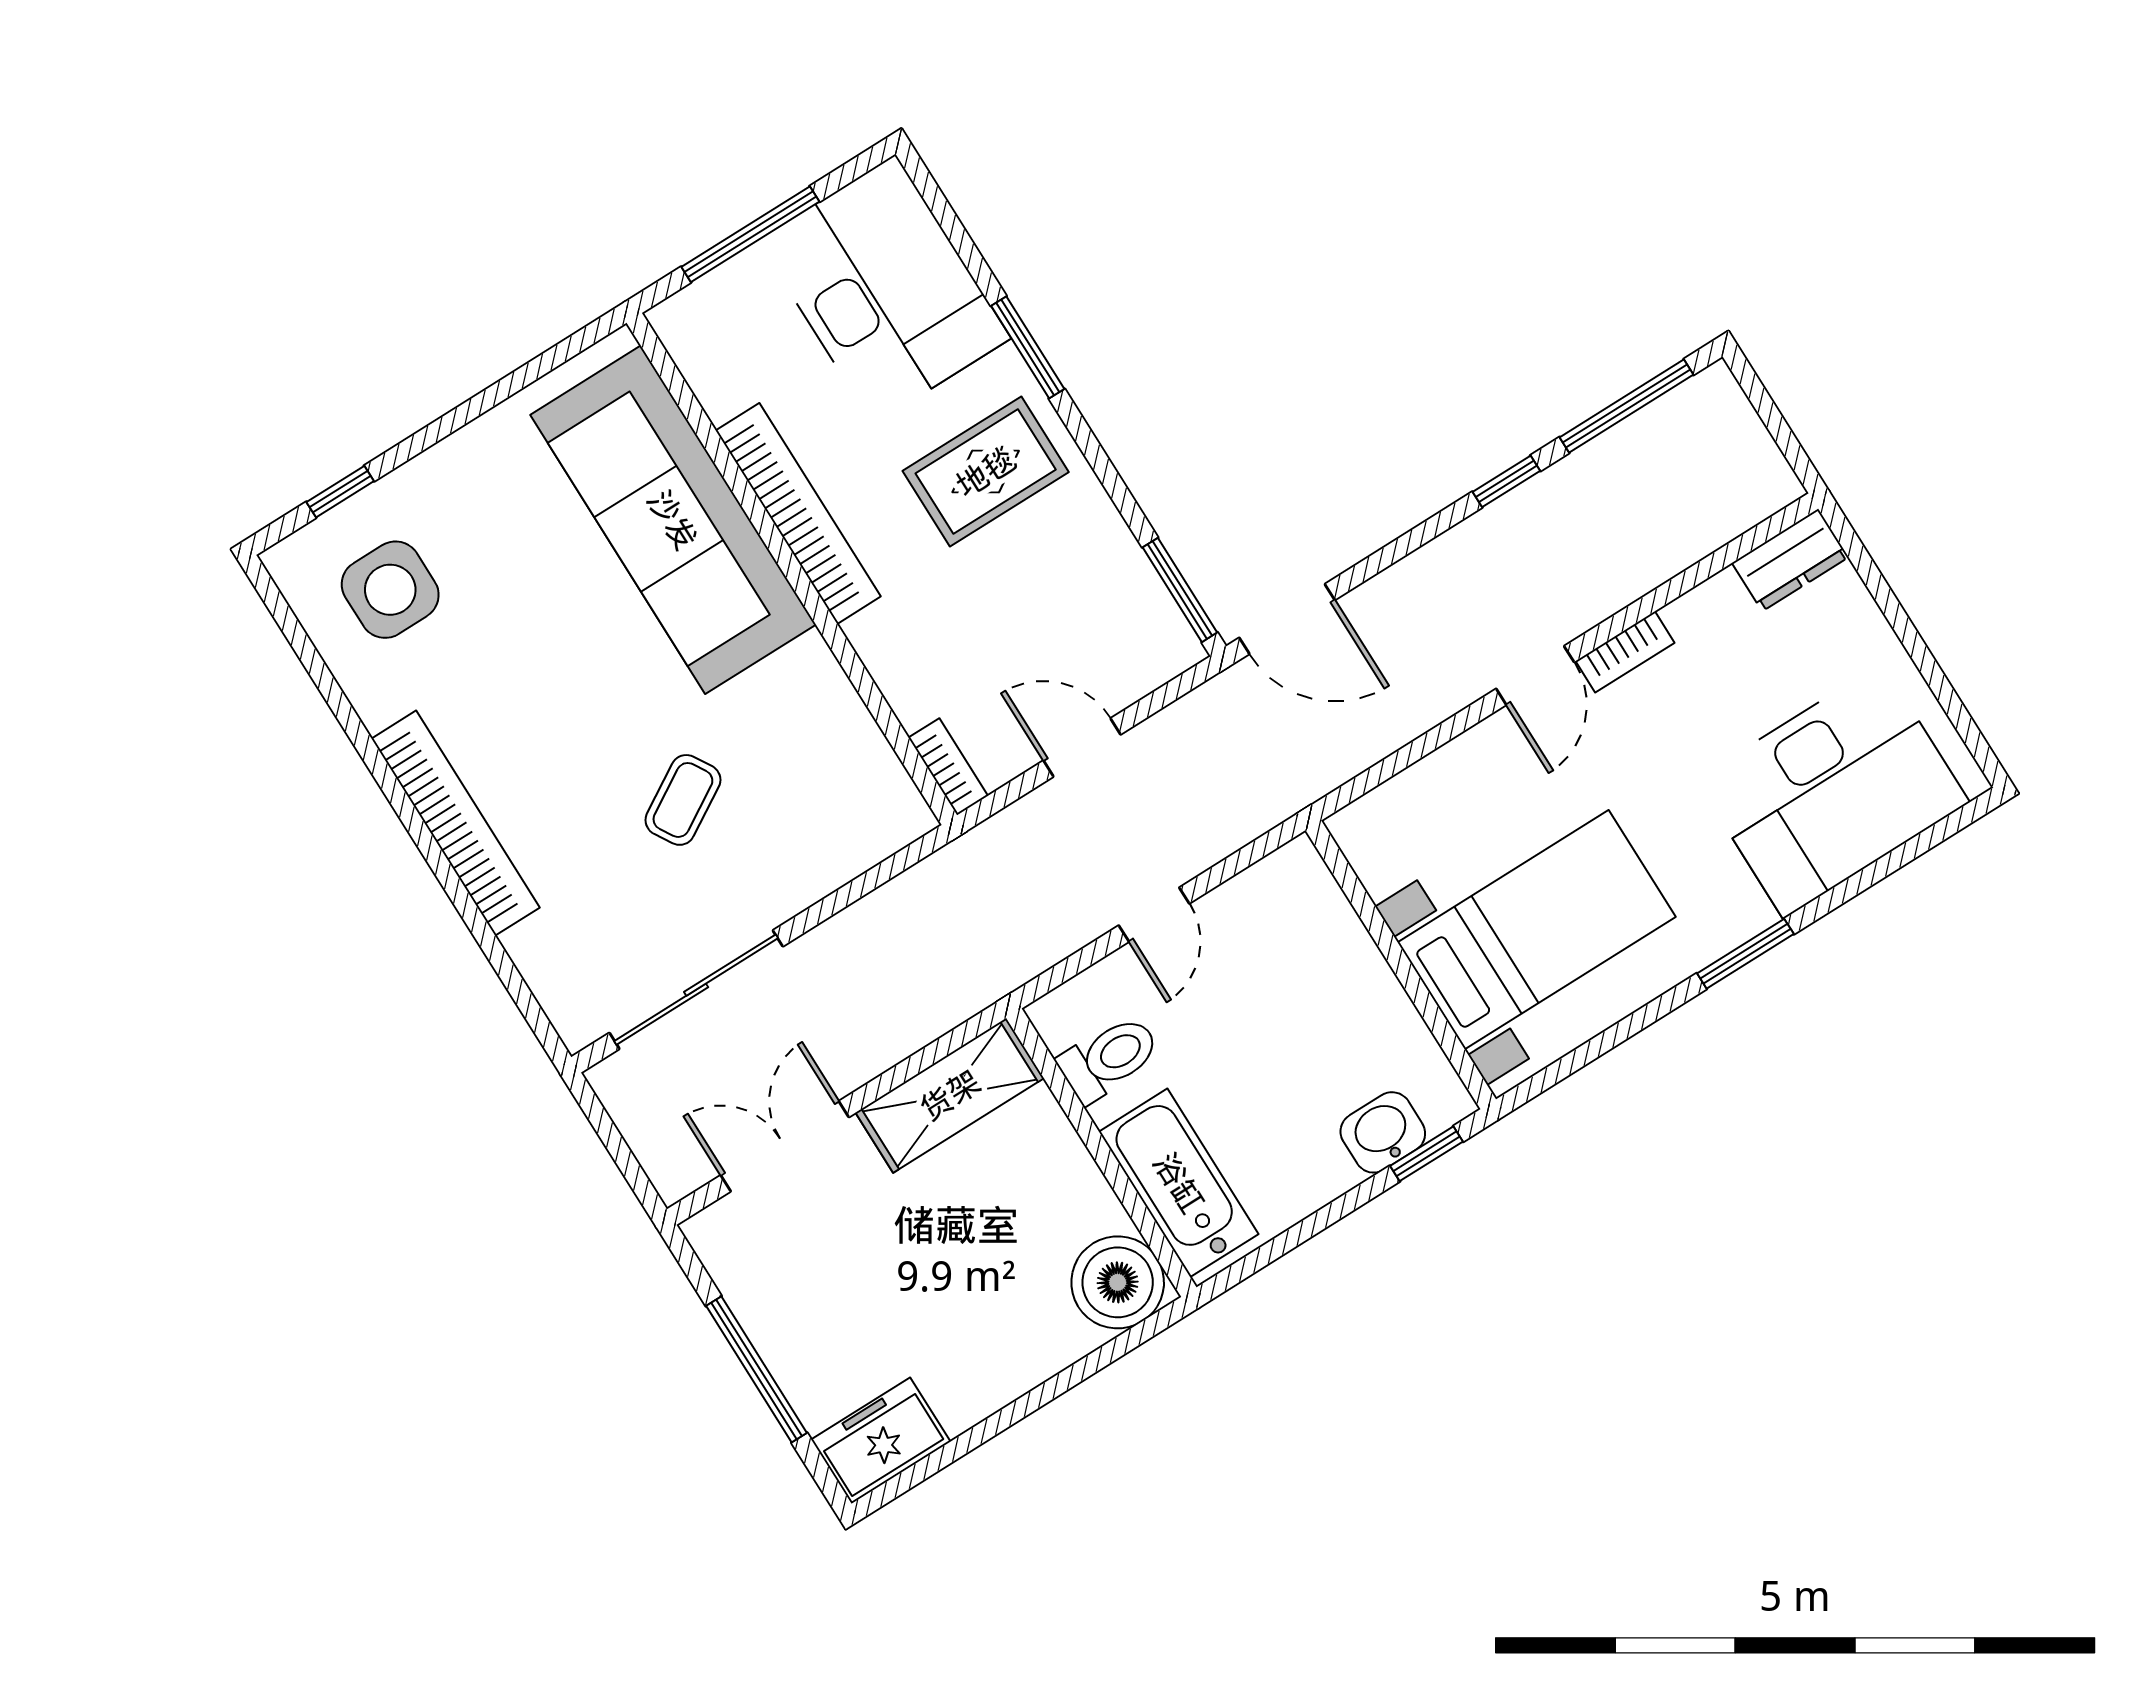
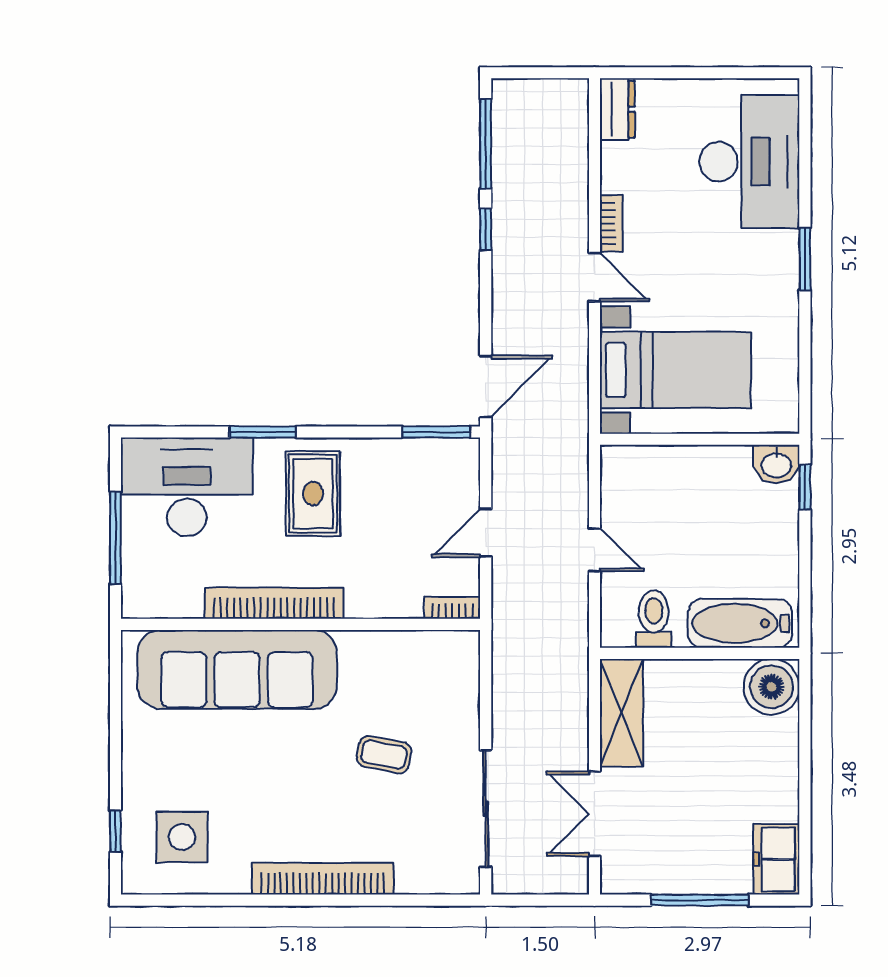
coffee table: (683, 800) -> (384, 755), turned -48
bed with nightstands: (1537, 930) -> (675, 370), moved, turned 90
washbasin: (1383, 1132) -> (776, 464), moved, turned -90

